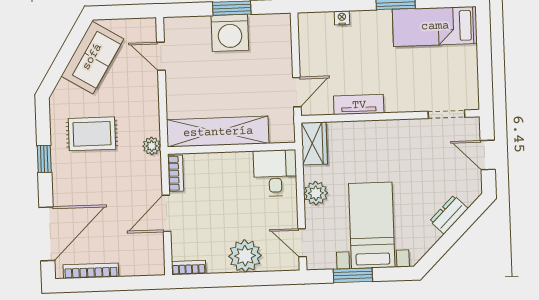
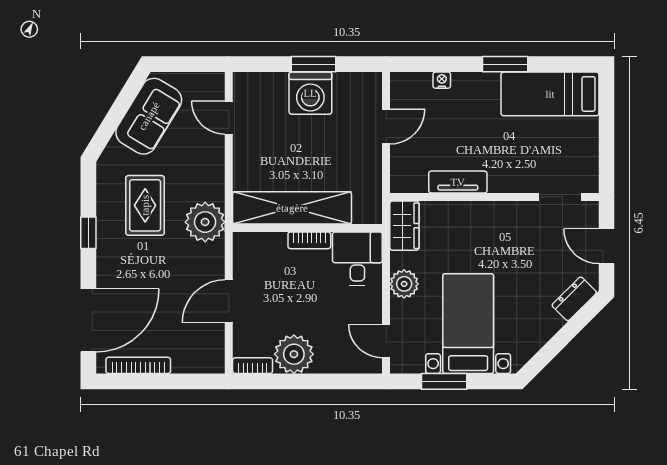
door: (297, 92) -> (386, 127), moved
rug: (92, 134) -> (145, 205), turned 90
plant: (152, 146) -> (205, 222), width x1.87, depth x1.87
bookcase: (176, 173) -> (309, 240), moved, turned 90
dresser: (449, 215) -> (574, 299), moved
plant: (245, 256) -> (294, 354), moved

